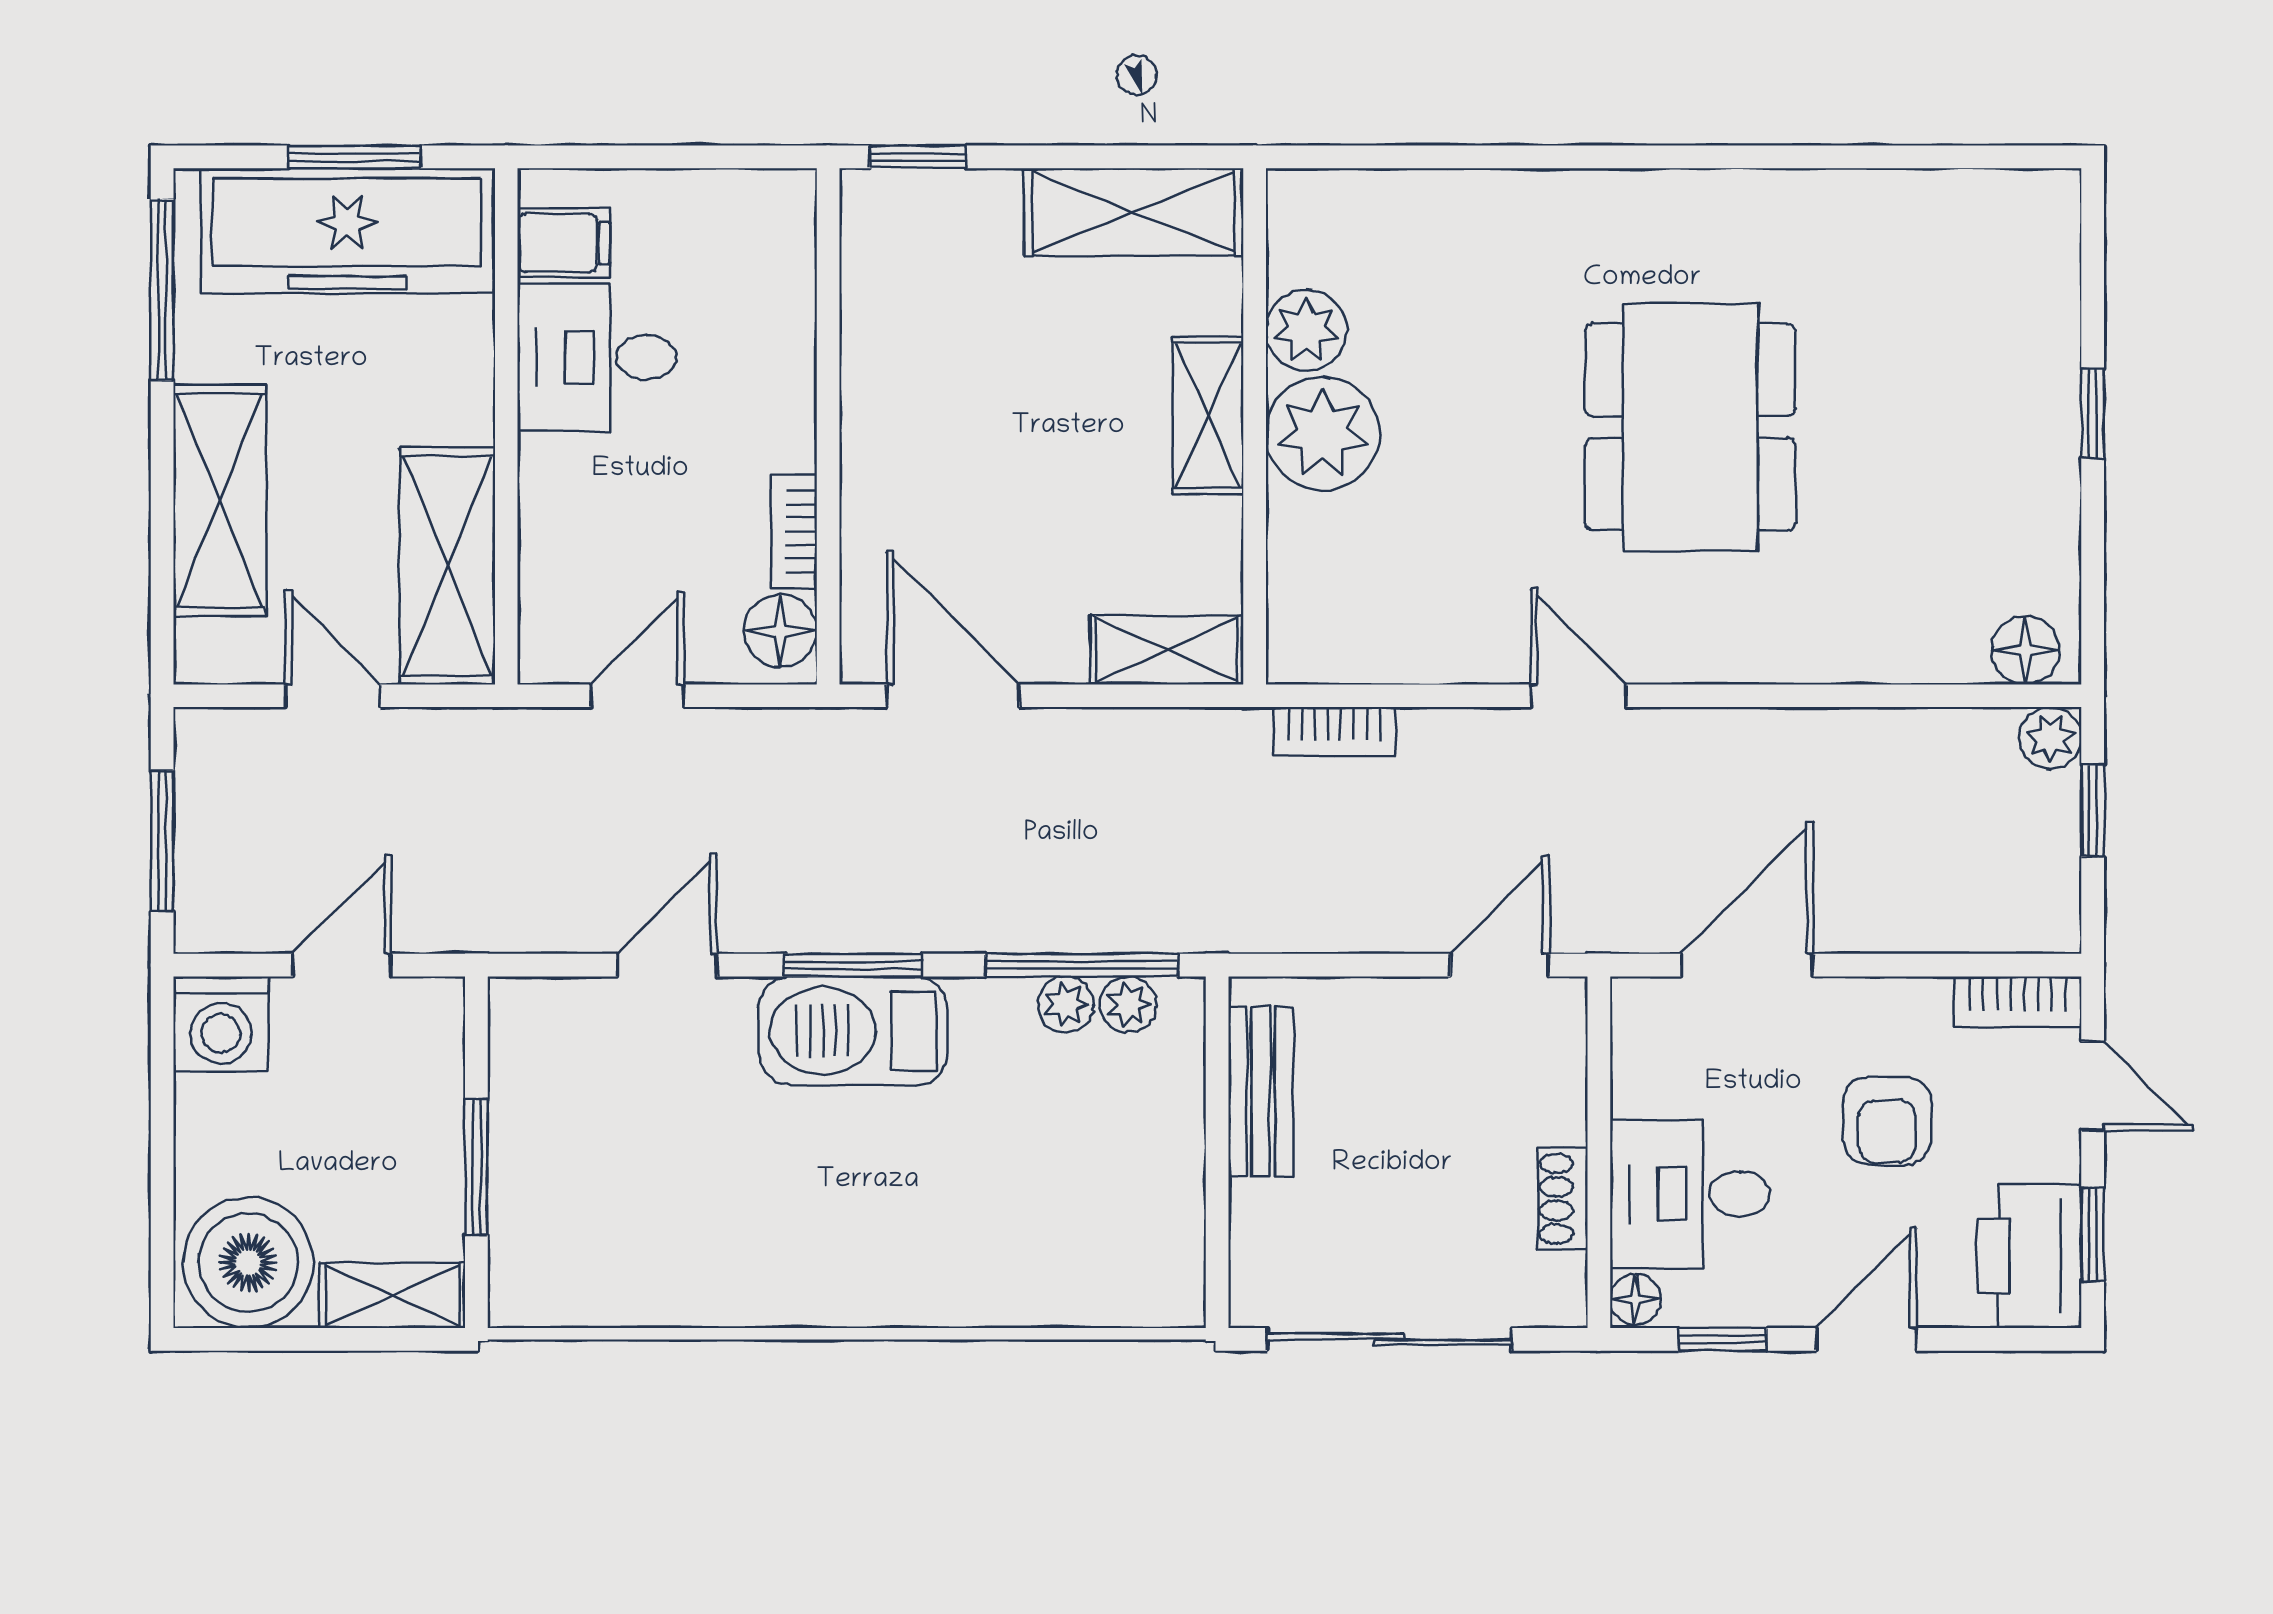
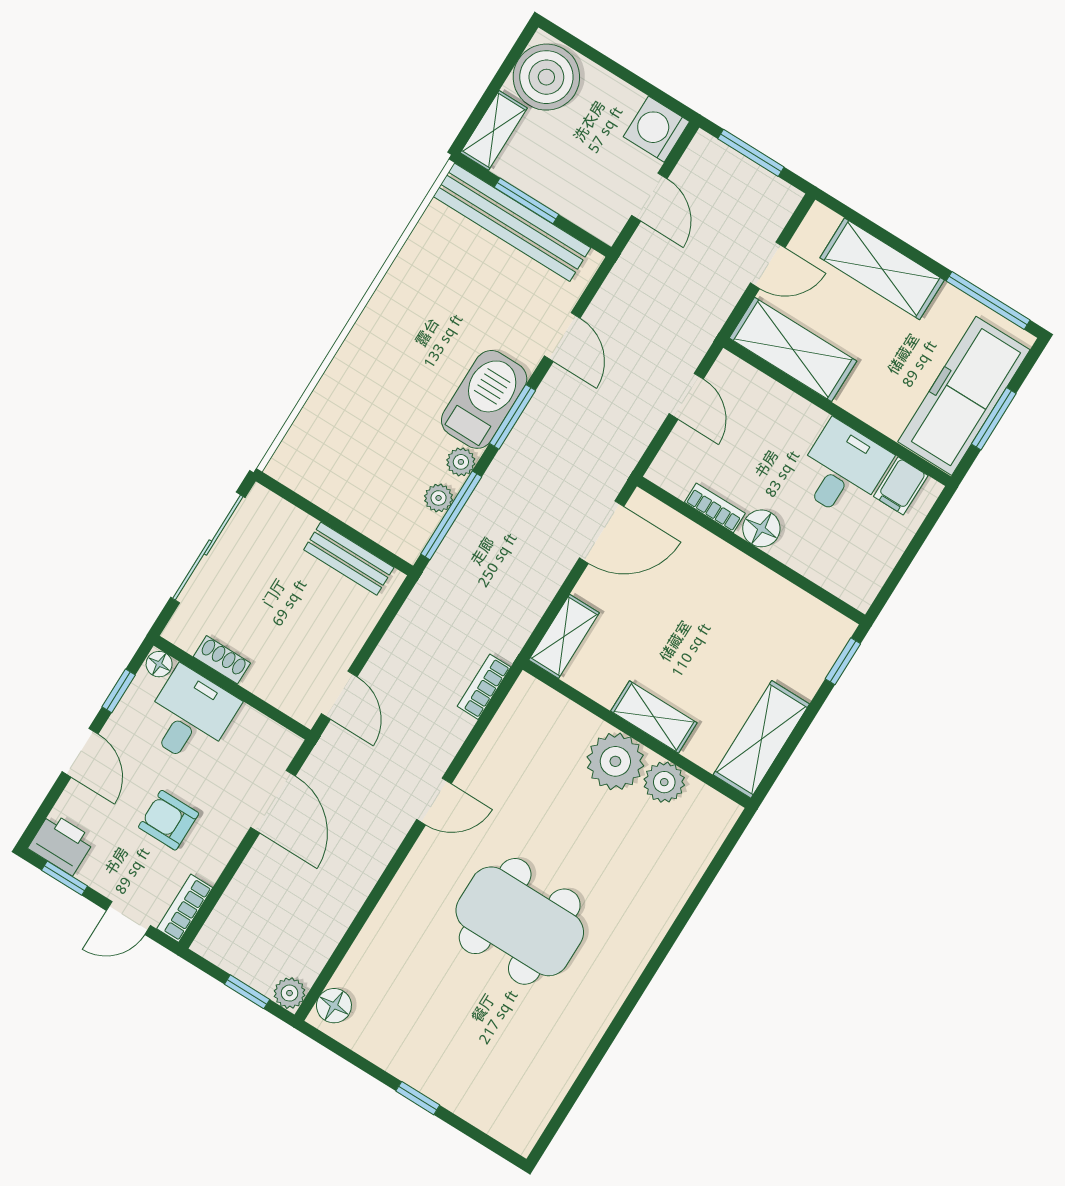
floor lamp: (780, 631) -> (761, 528), moved
plant: (1128, 1005) -> (461, 462), moved
bench: (527, 1169) -> (512, 222), added
printer: (2030, 1256) -> (61, 844), width x0.73, depth x0.84

